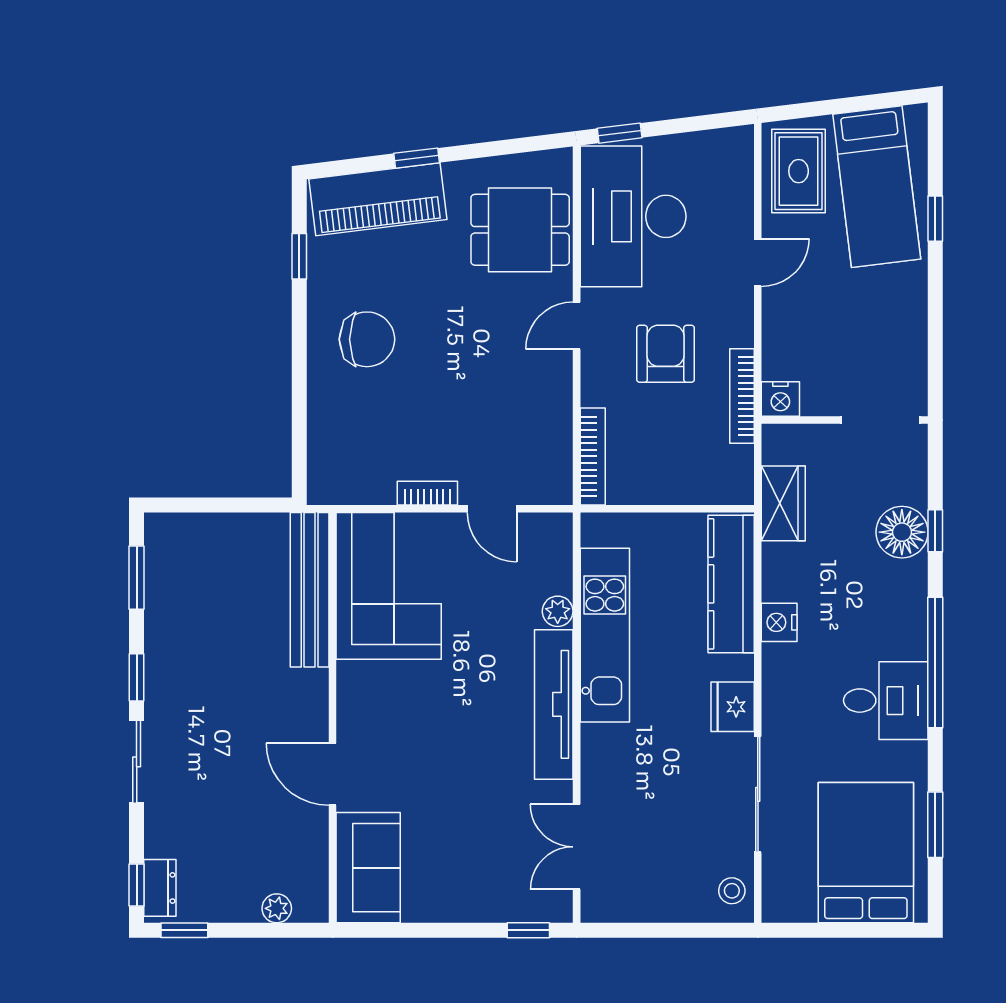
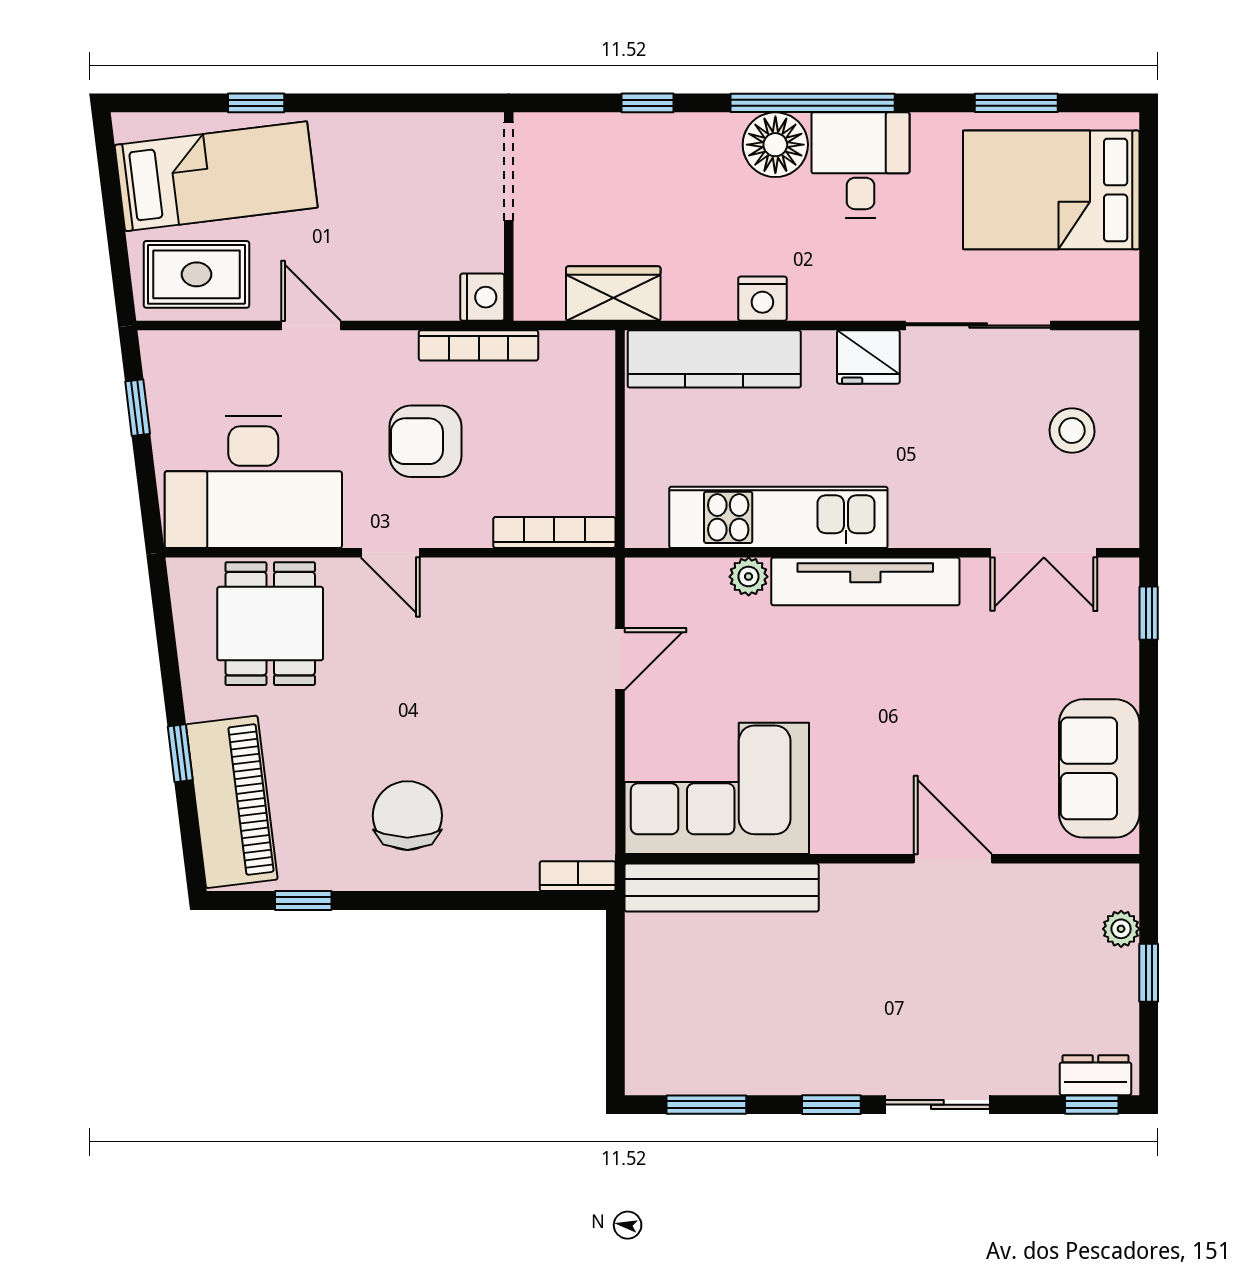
window: (620, 133) -> (138, 408), moved
bookcase: (427, 493) -> (578, 876), moved, turned 90
floor lamp: (902, 532) -> (775, 145), moved
door: (333, 774) -> (953, 859), swing flipped
sofa: (368, 868) -> (1099, 768), moved, turned -90
stool: (732, 891) -> (1072, 431), moved, width x1.37, depth x1.37
window: (184, 930) -> (1149, 973), moved

